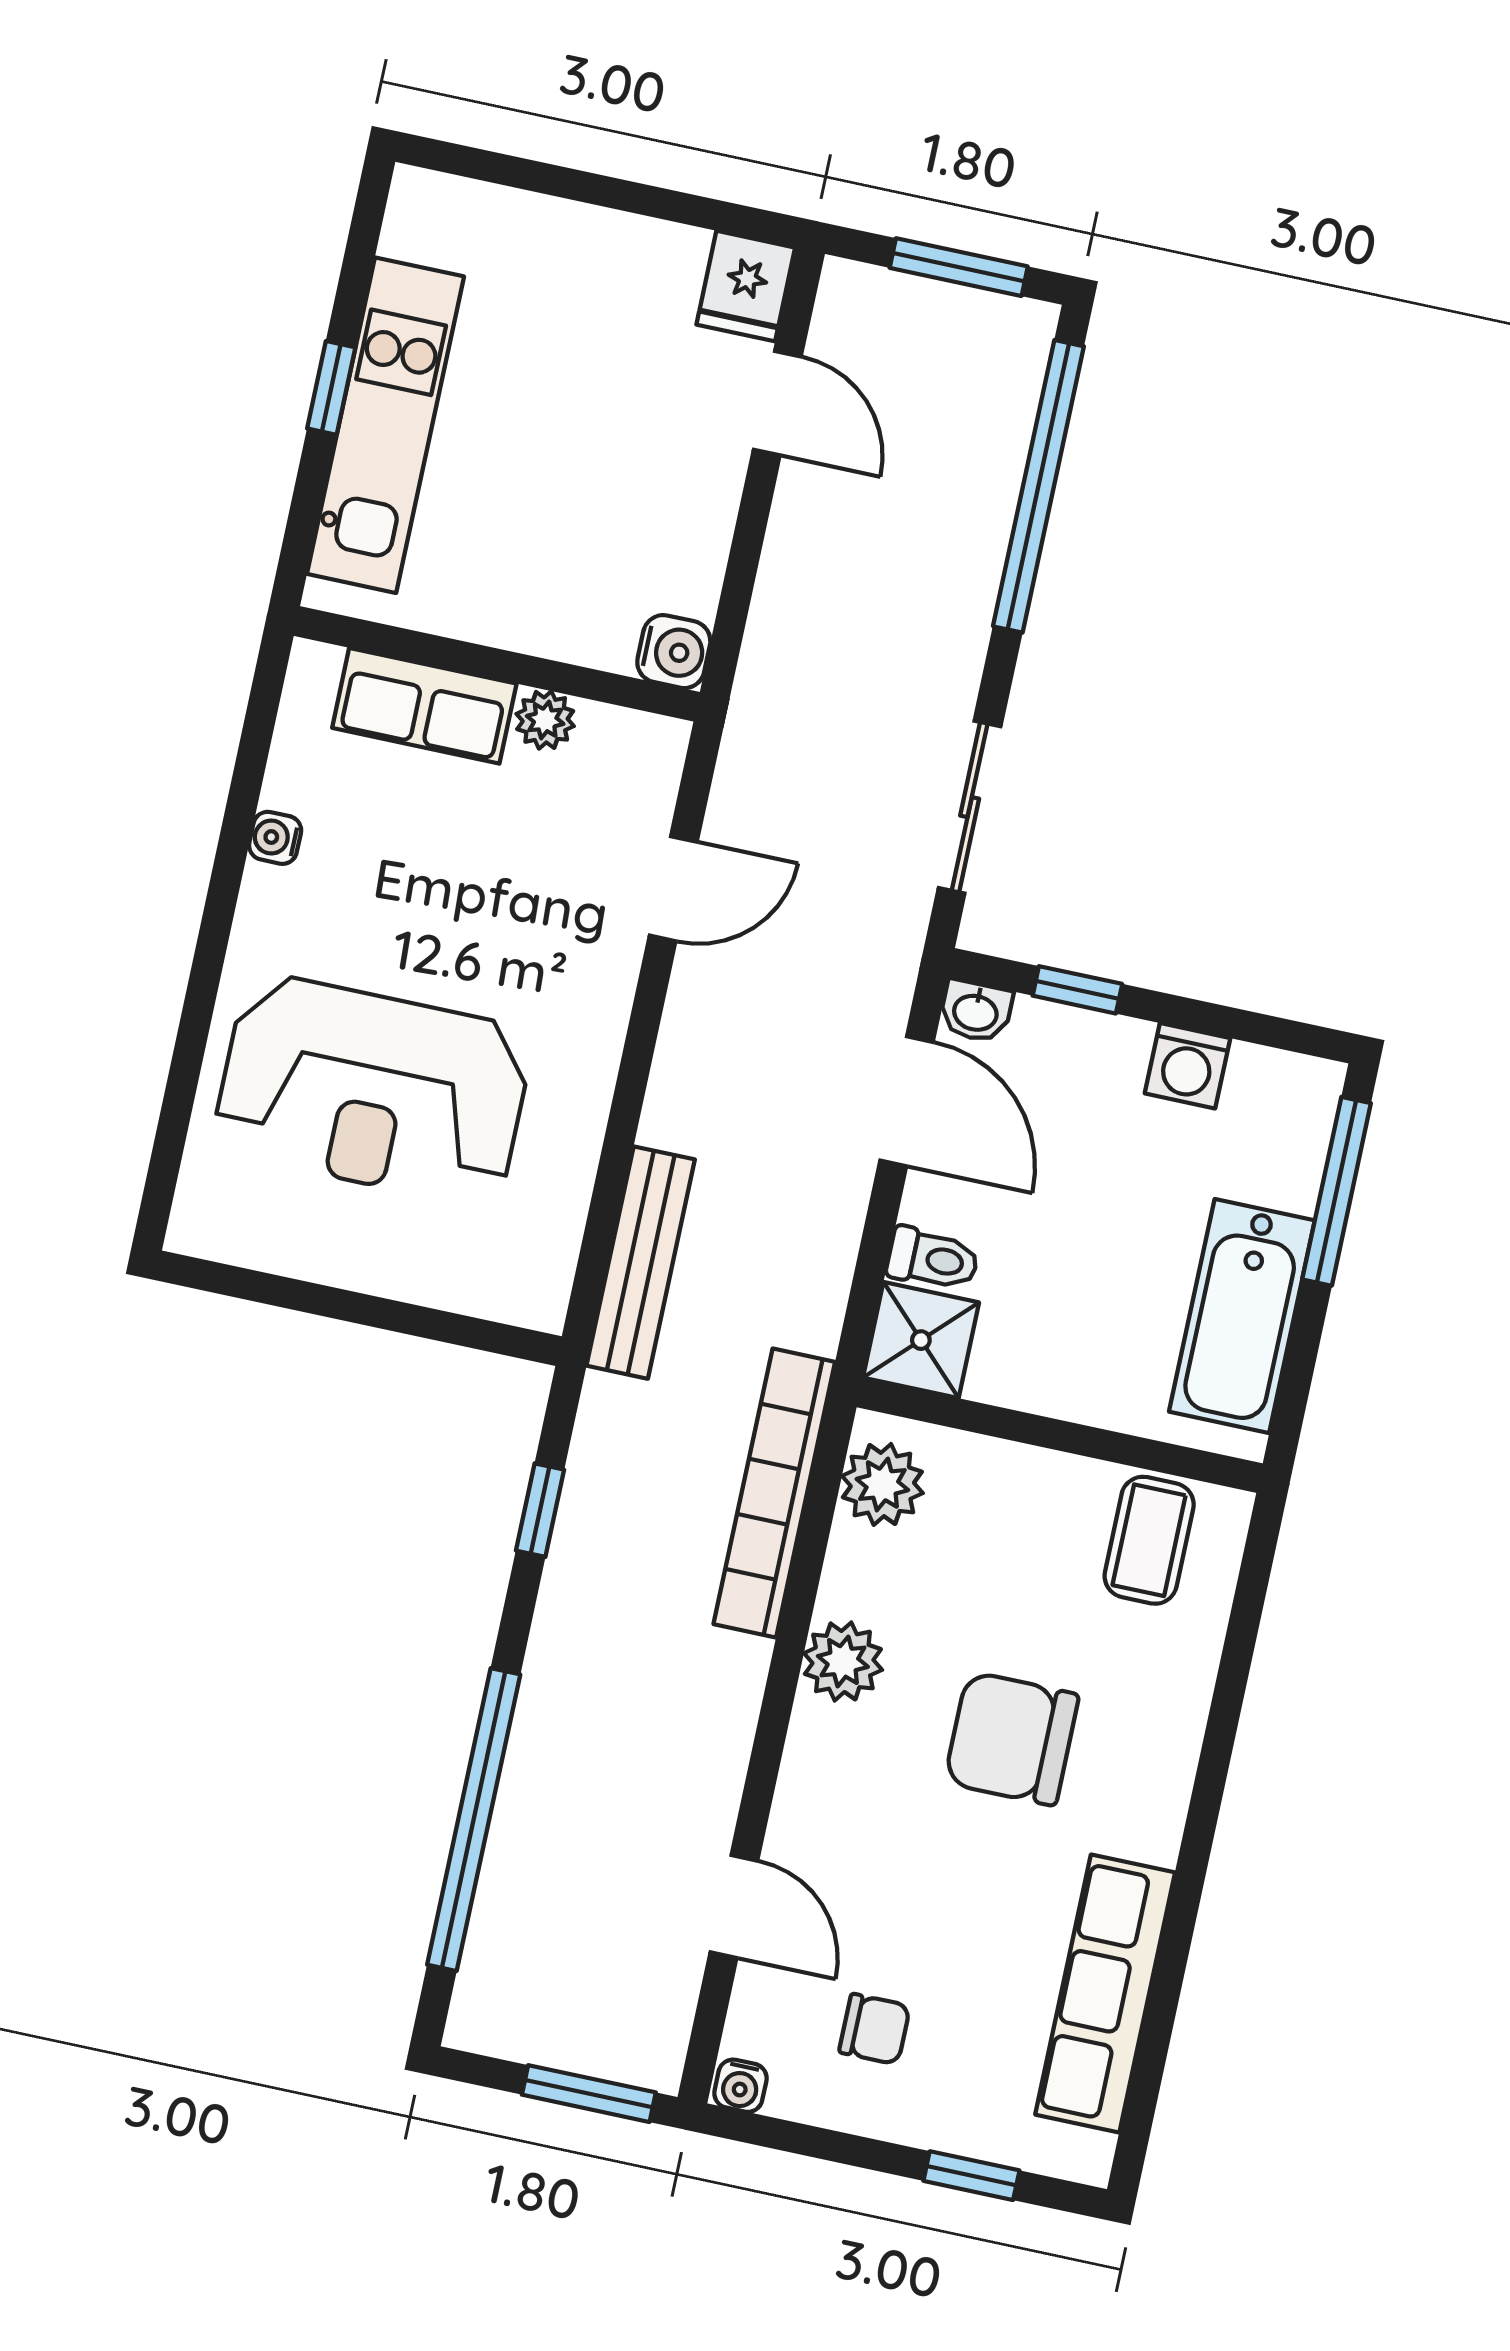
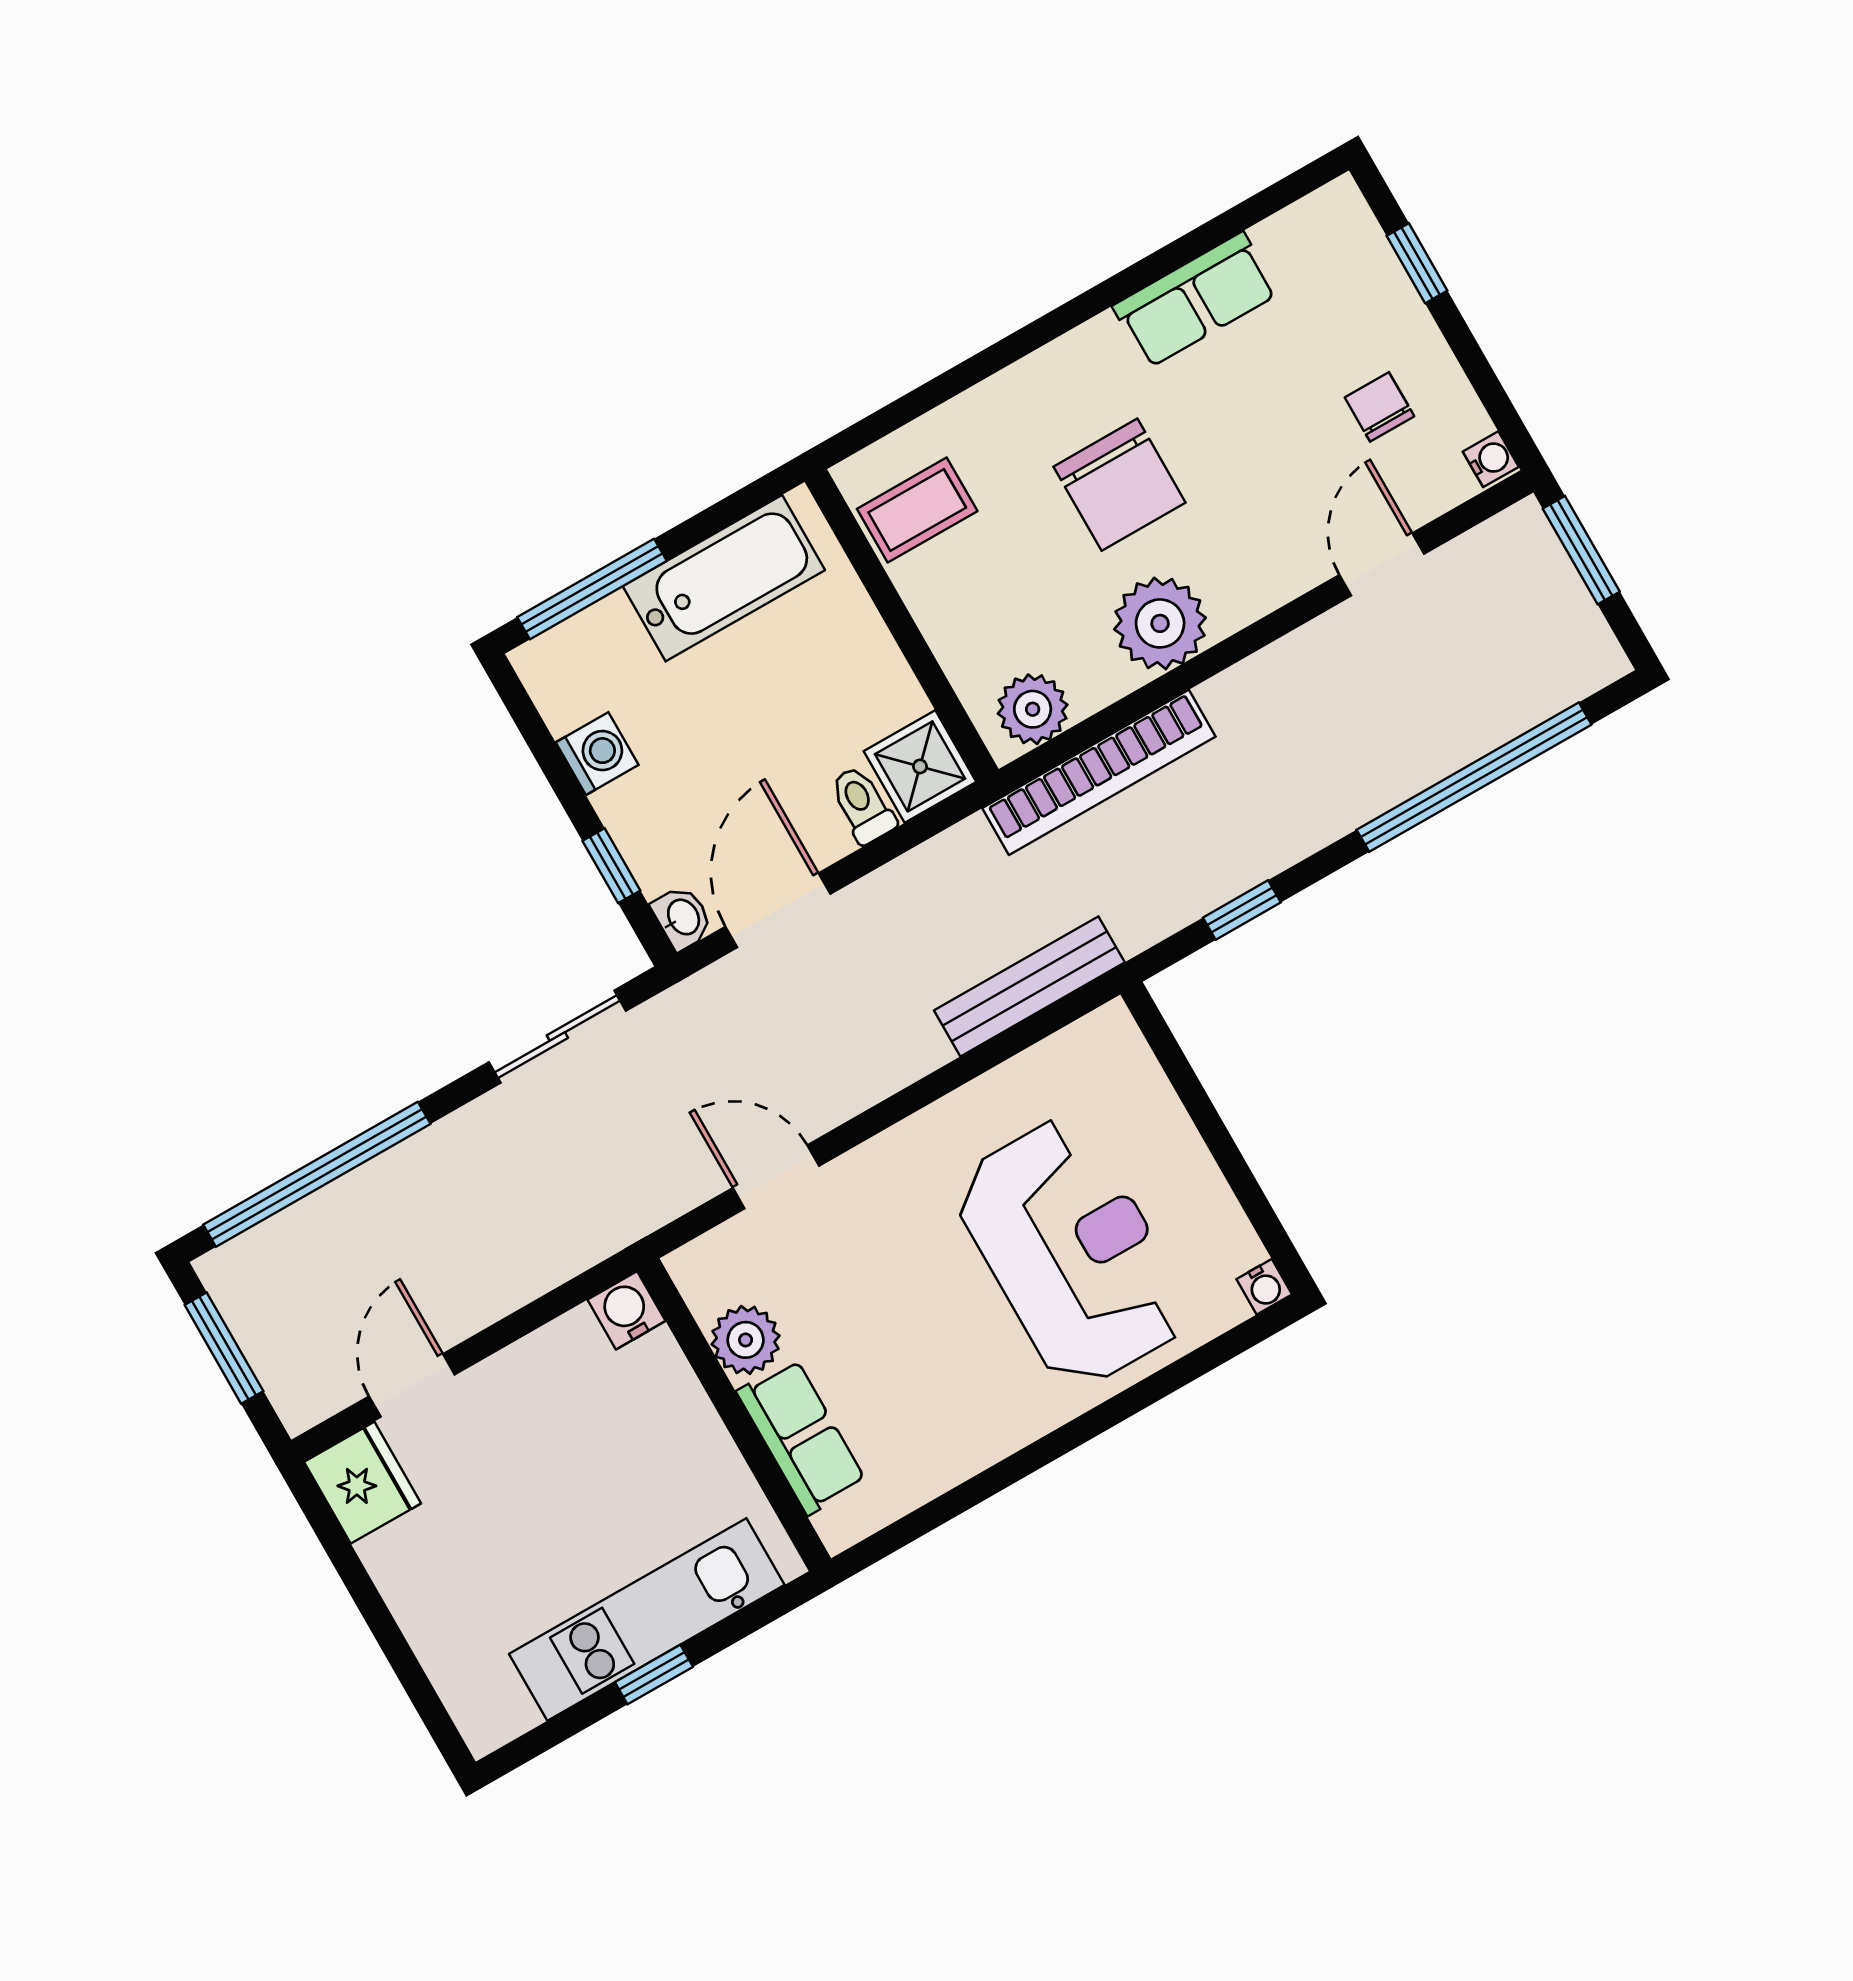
fridge: (746, 286) -> (363, 1483), width x1.38
plant: (545, 720) -> (746, 1340), width x1.38, depth x1.38
water cooler: (275, 838) -> (1264, 1287), moved
plant: (843, 1661) -> (1160, 623), width x1.36, depth x1.36
row of seats: (1105, 1993) -> (1195, 300), width x0.68

